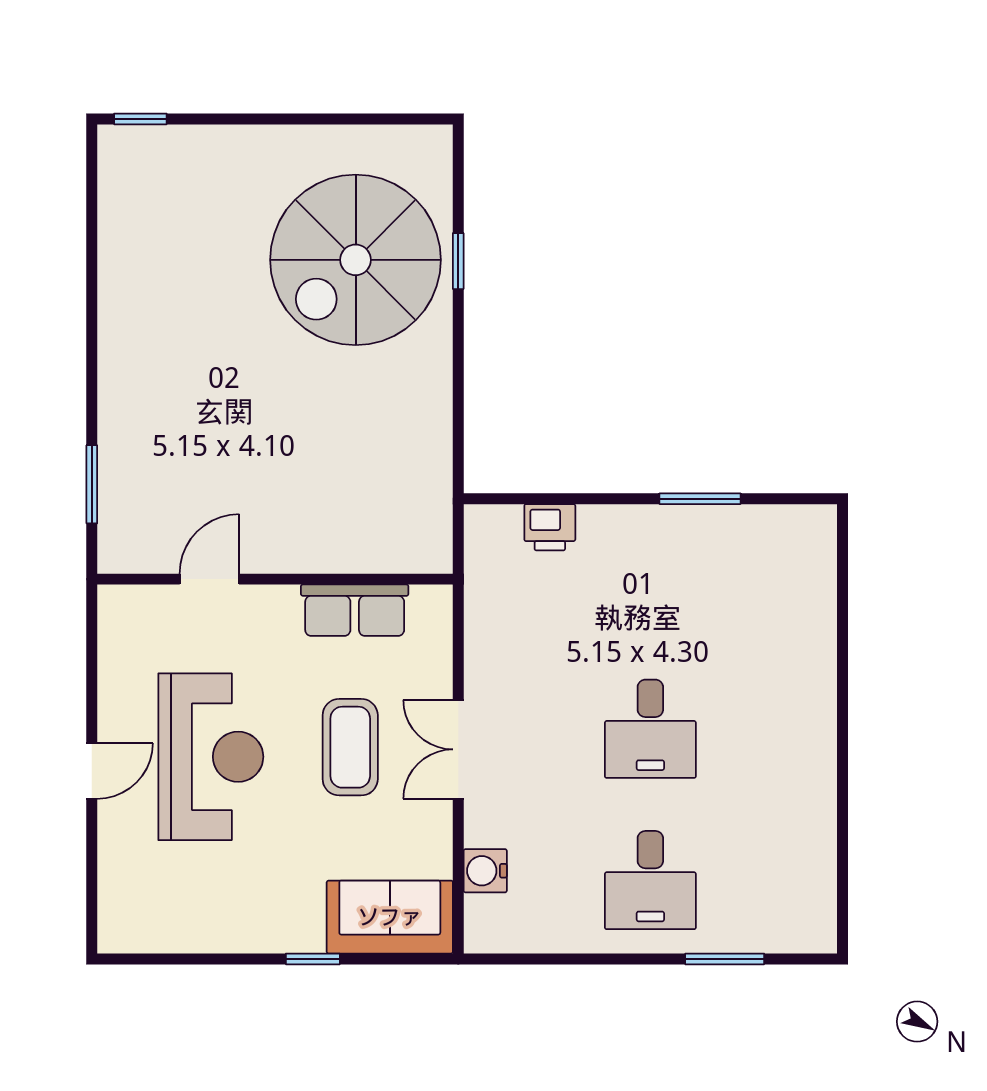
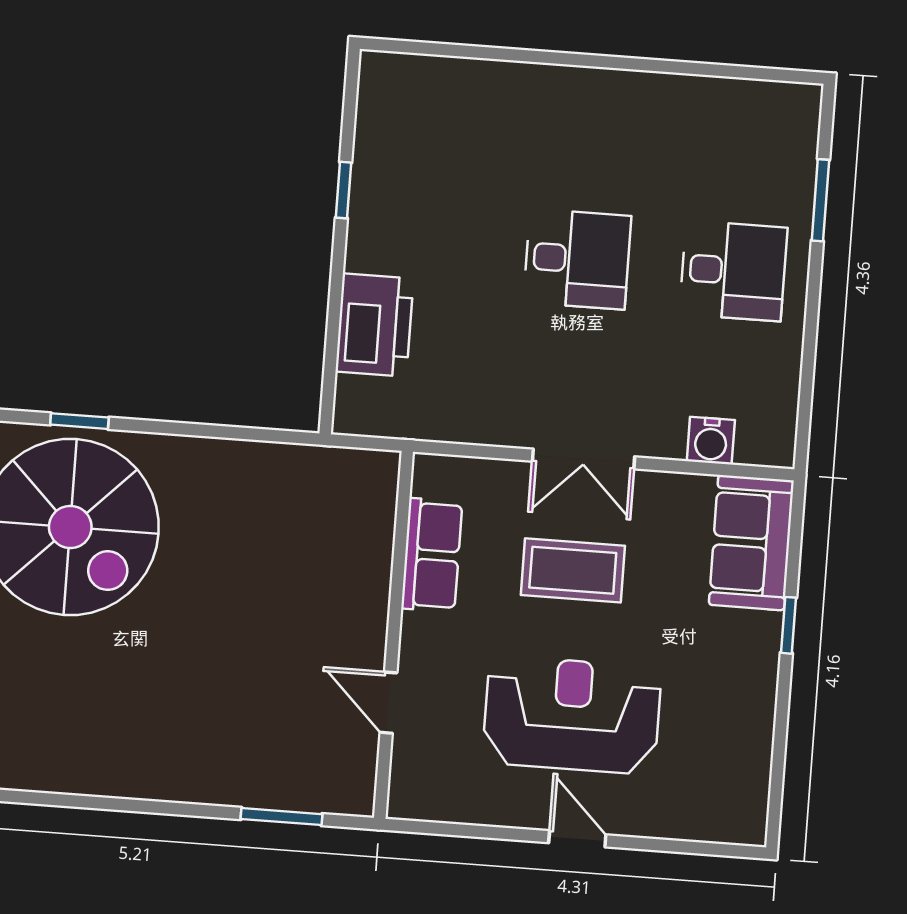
window: (700, 499) -> (344, 190), width x0.67
printer: (550, 527) -> (375, 325), width x1.87, depth x1.48

